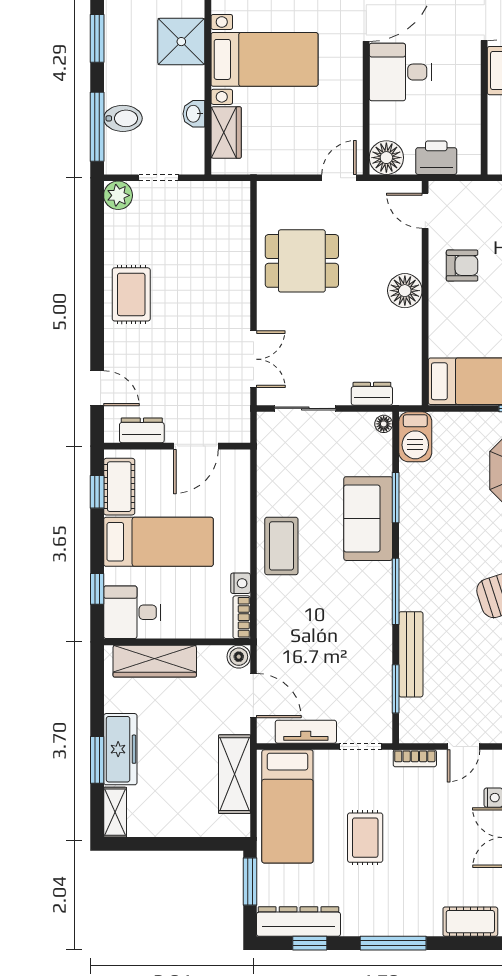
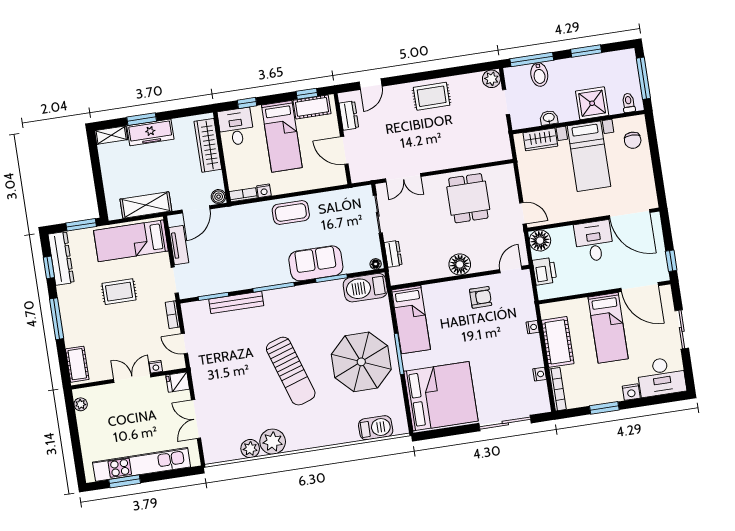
armchair: (462, 266) -> (481, 297), turned -90
barbecue: (415, 437) -> (365, 288), width x1.37, depth x1.21

